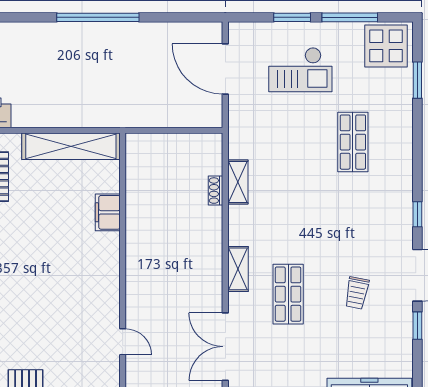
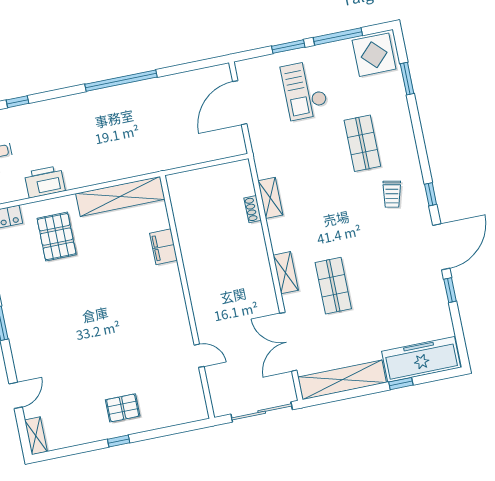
door: (225, 69) -> (240, 103), hinge flipped
checkout: (300, 70) -> (304, 90), turned 90
trolley: (357, 293) -> (392, 194), moved

